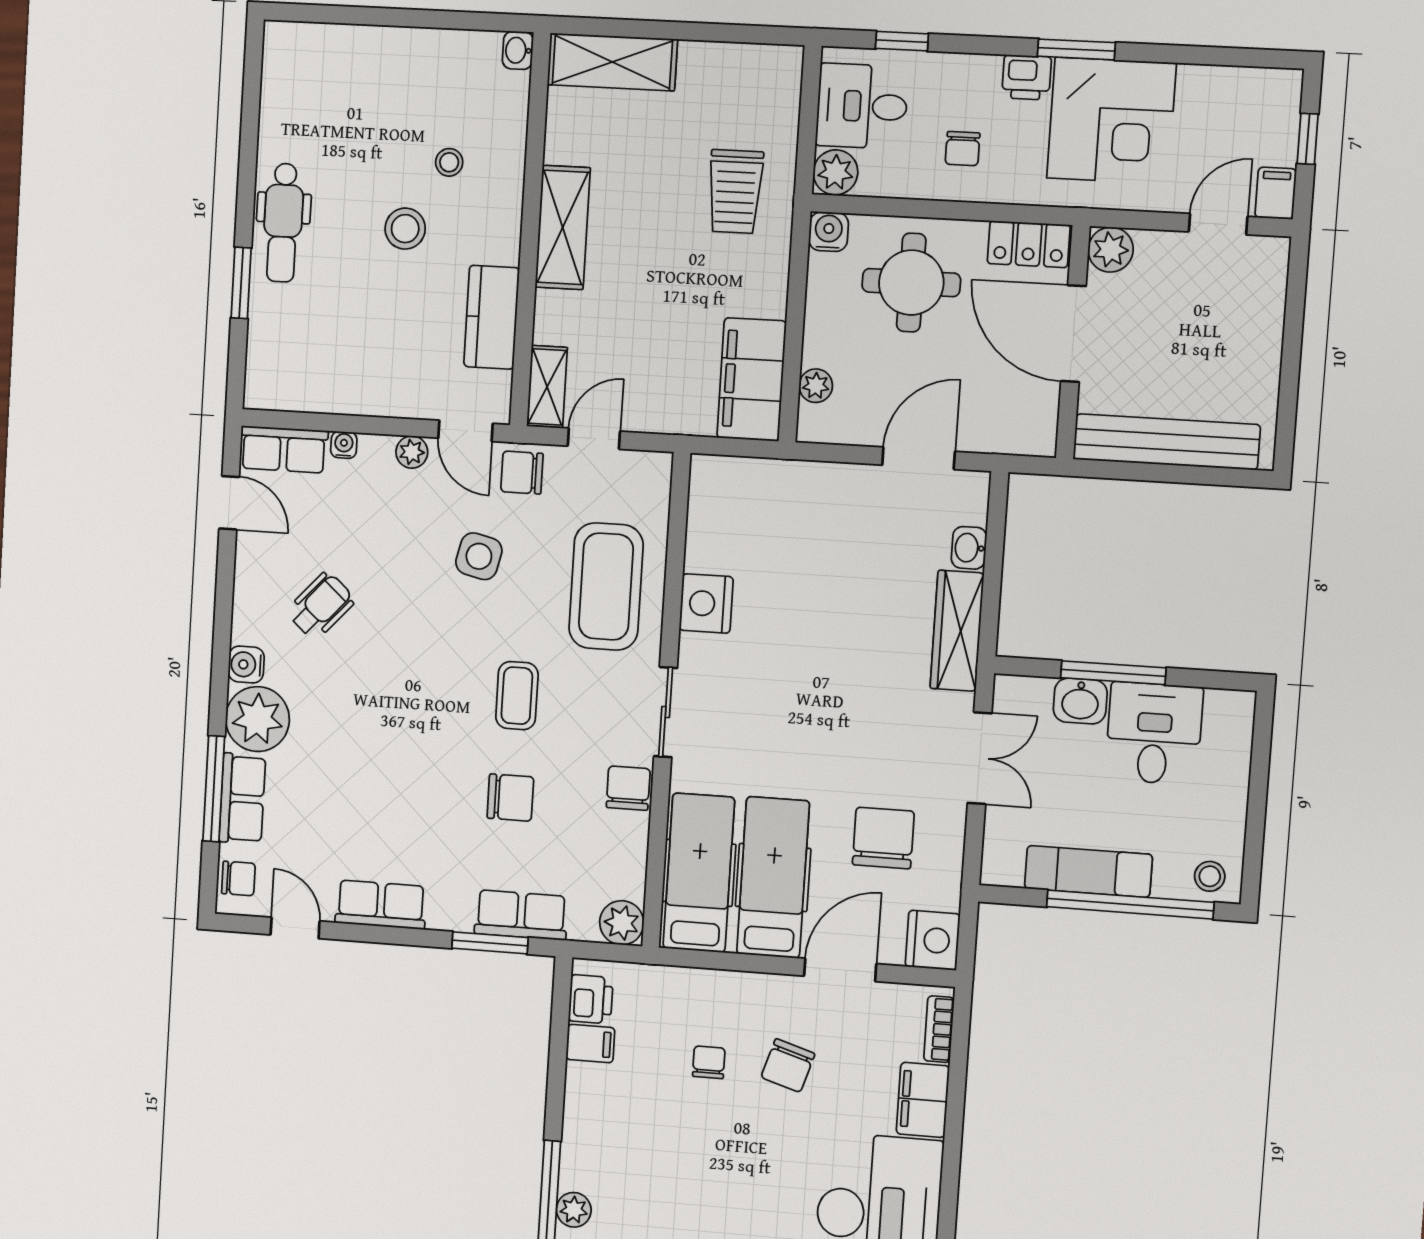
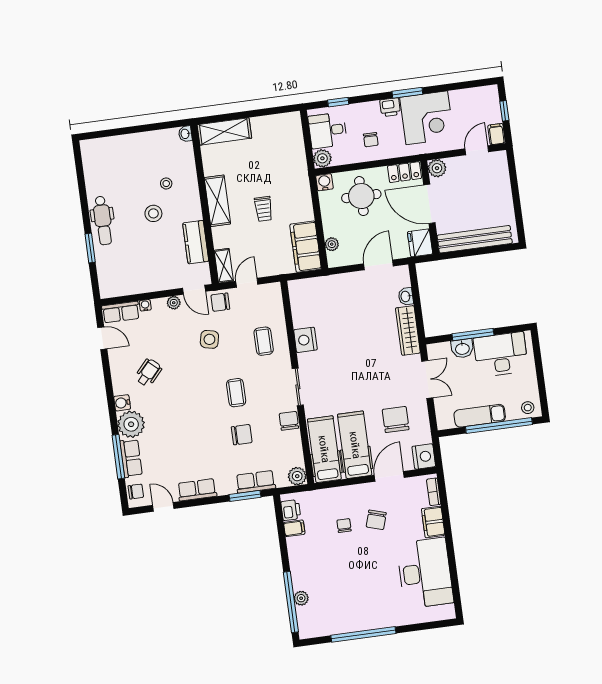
trolley: (735, 192) -> (264, 209), moved, width x0.73, depth x0.72
fridge: (1031, 425) -> (420, 243), added
coffee table: (606, 587) -> (264, 341), width x0.54, depth x0.58
desk: (1154, 733) -> (501, 354), width x1.37

